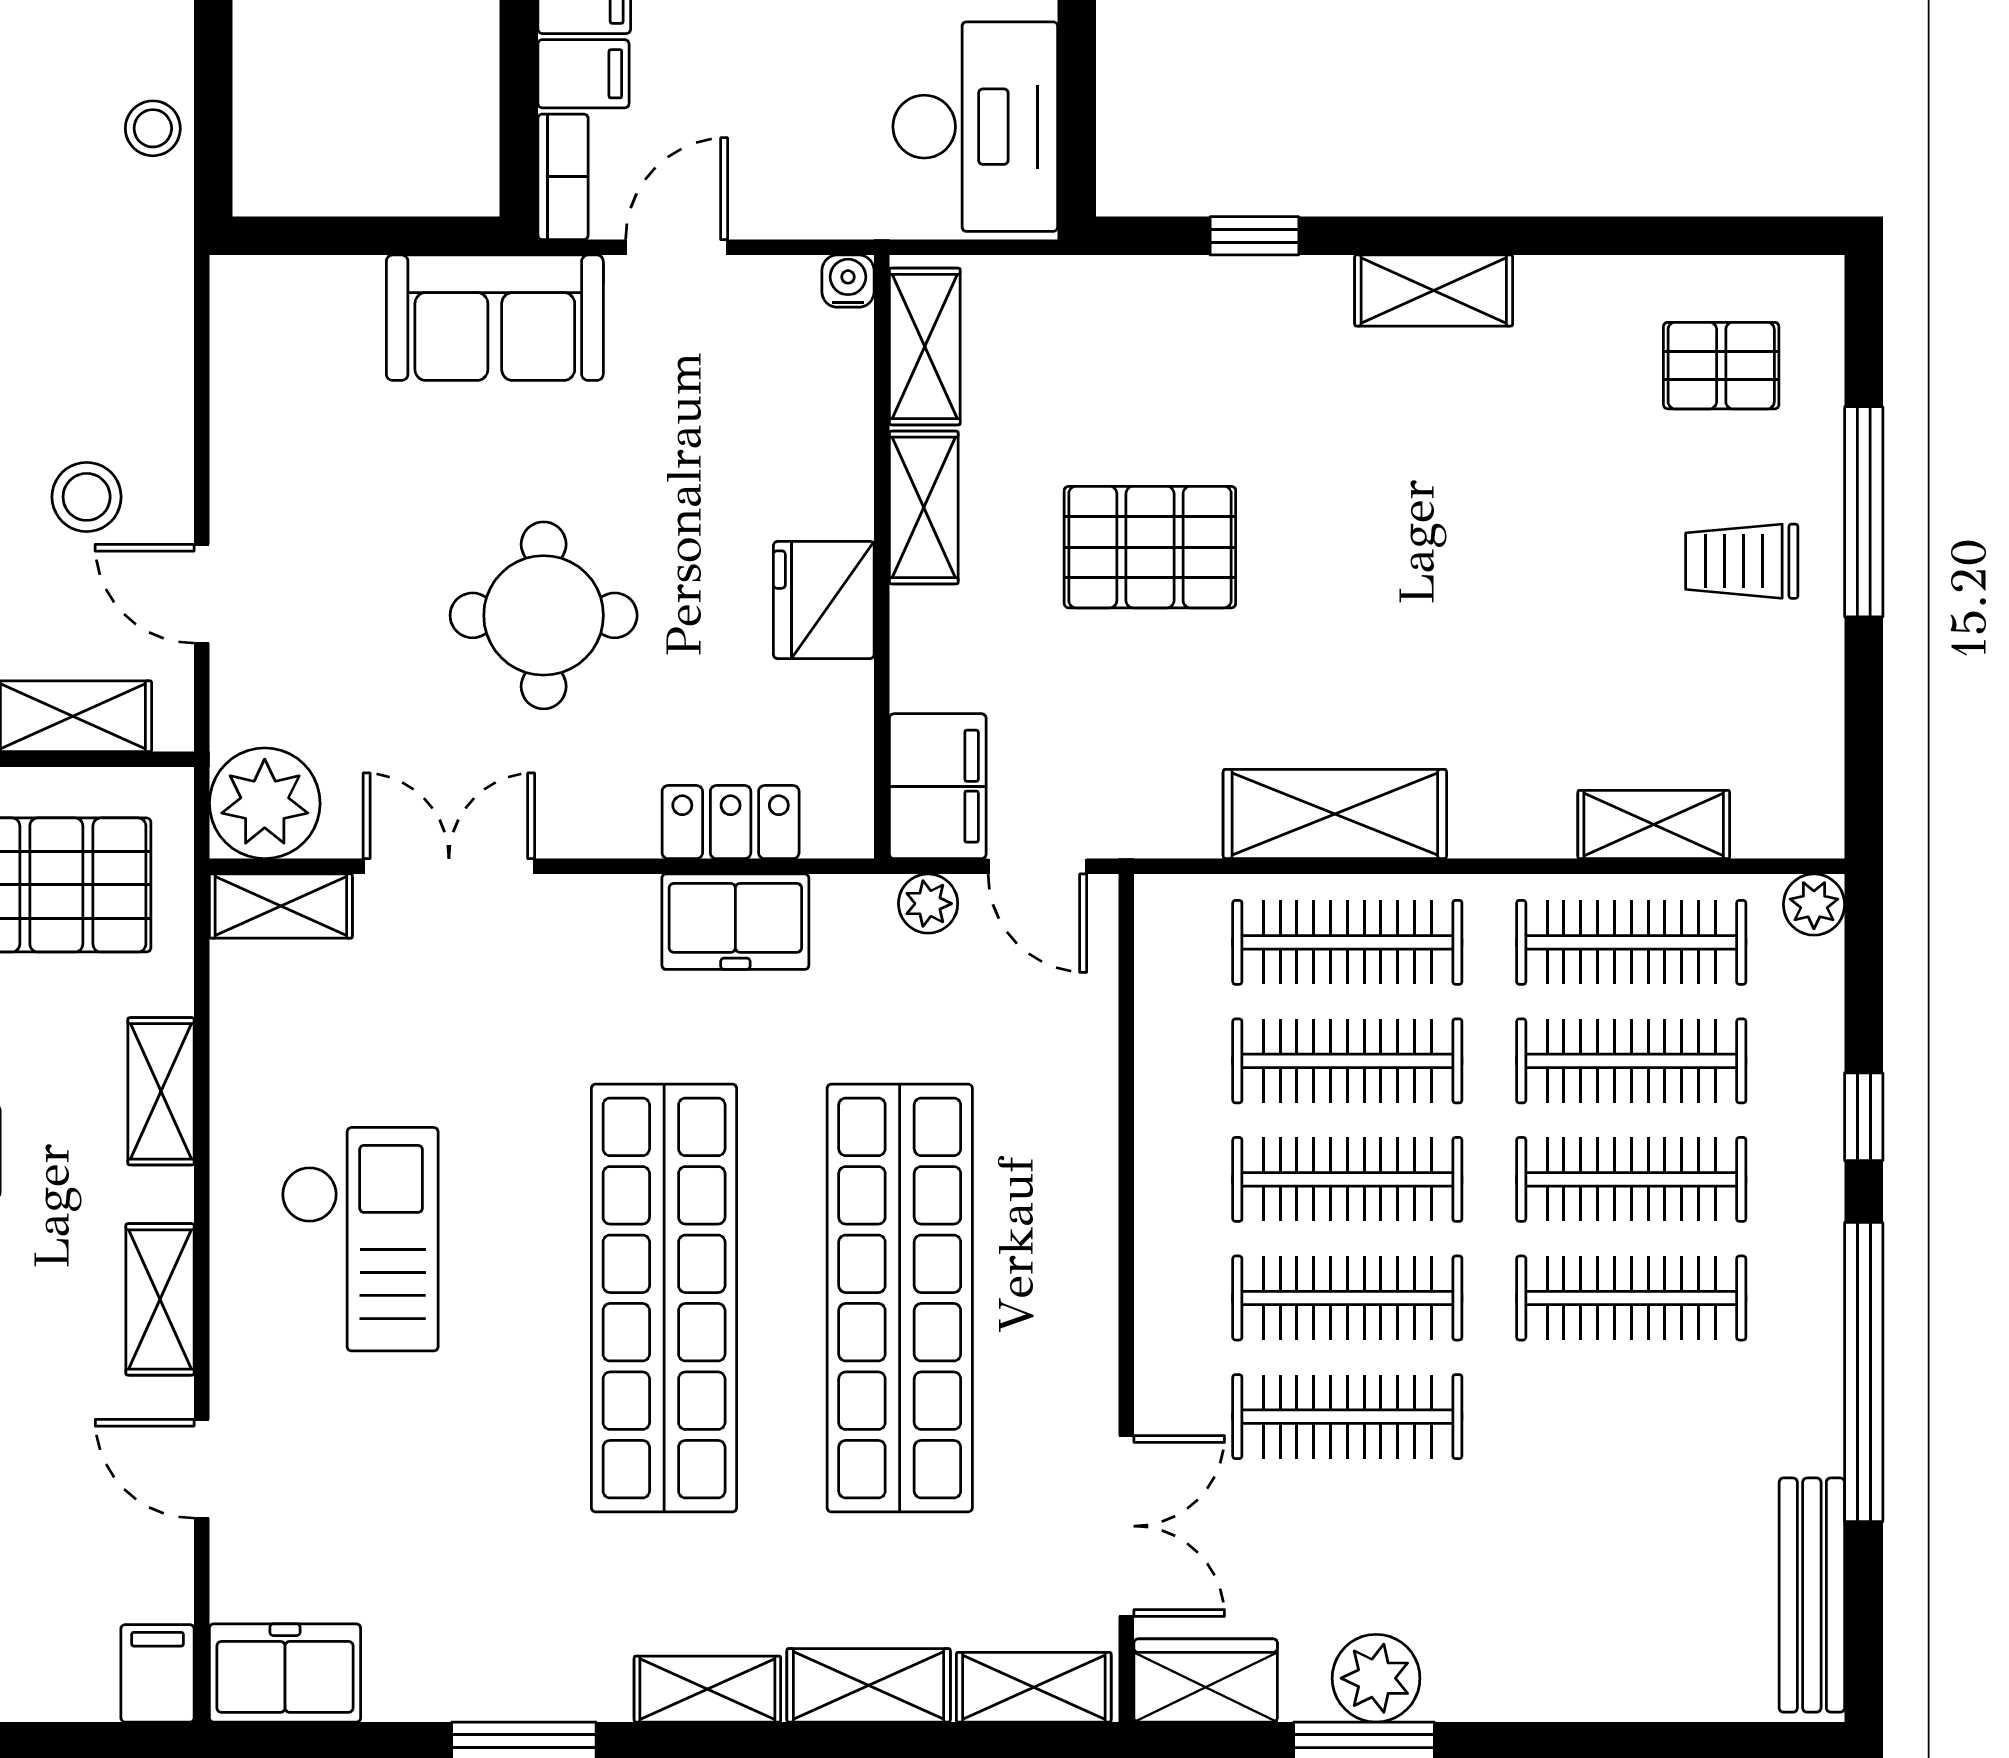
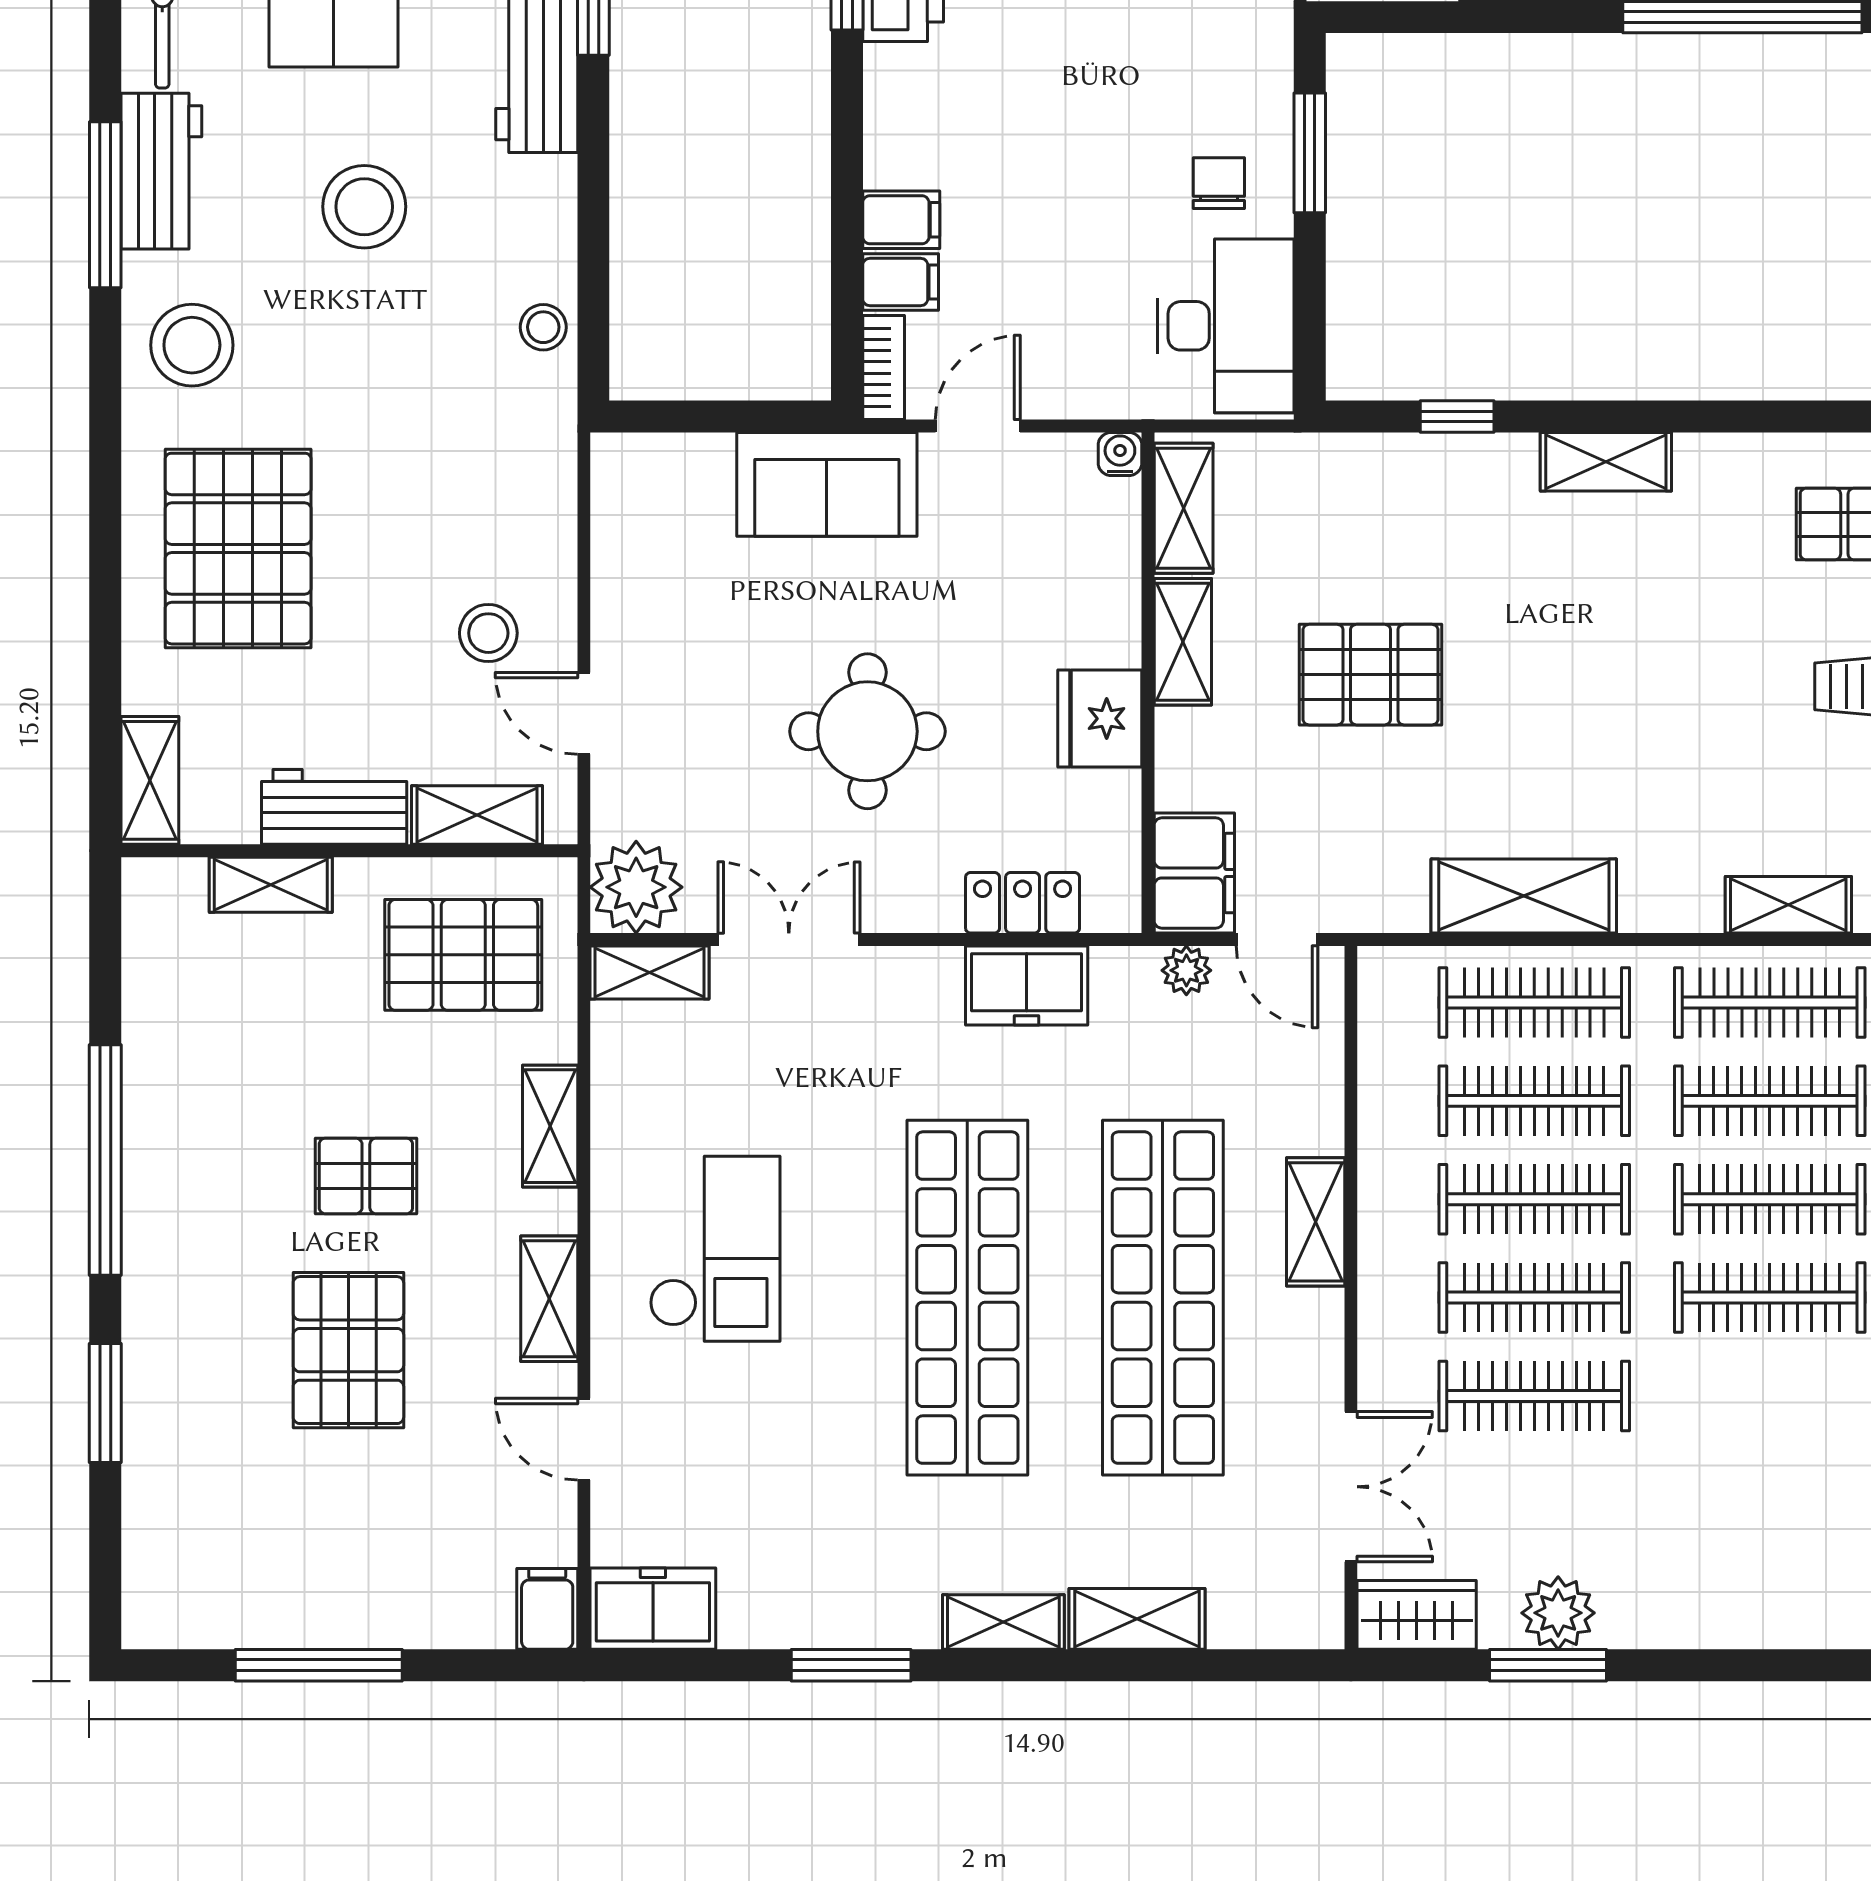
shelving: (1034, 1687) -> (1316, 1222), moved, turned 90

